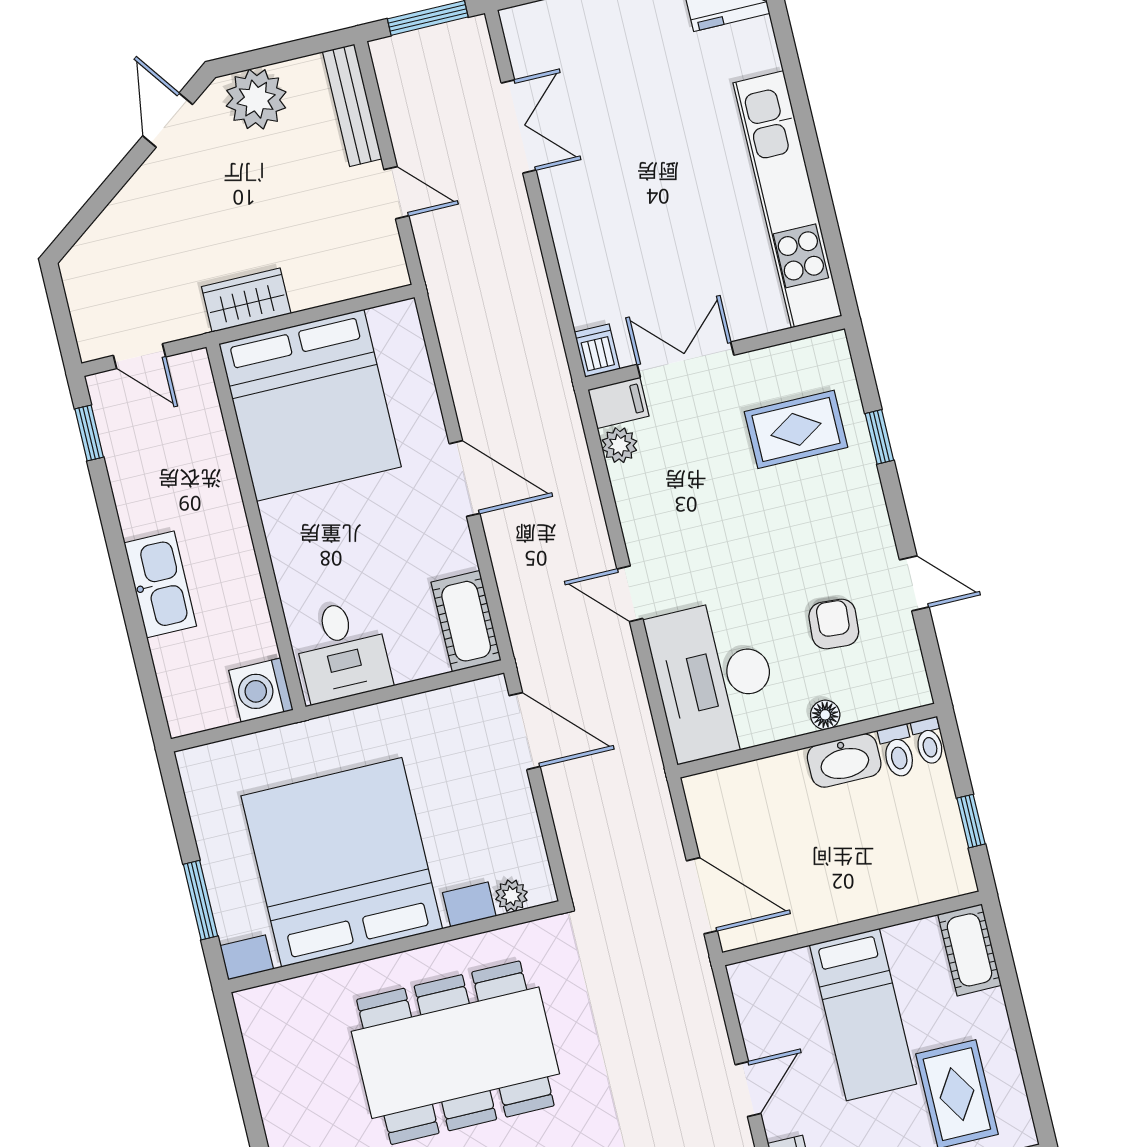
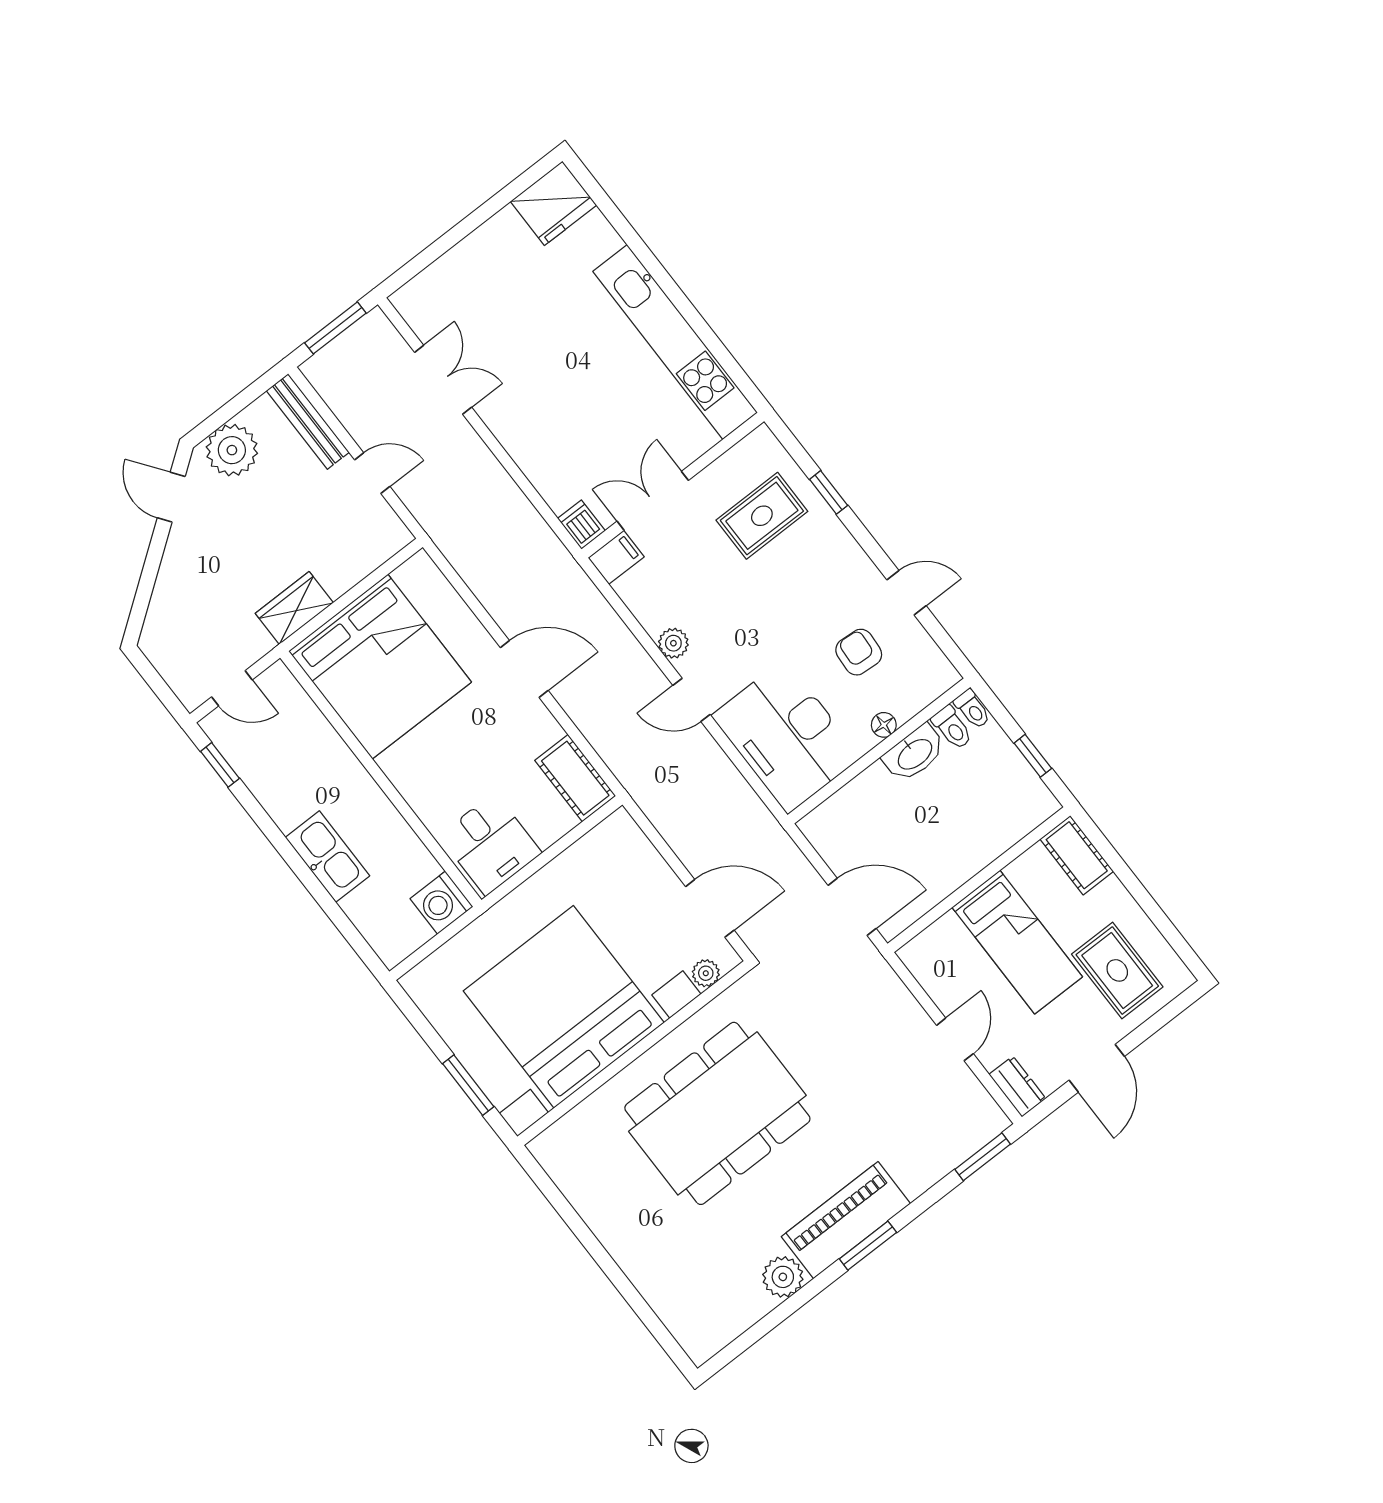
plant: (619, 445) -> (673, 643), moved
door: (525, 731) -> (710, 908), moved

